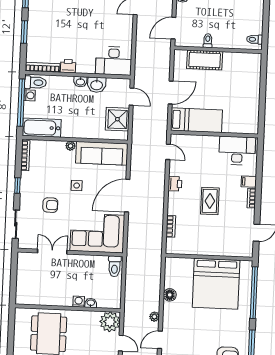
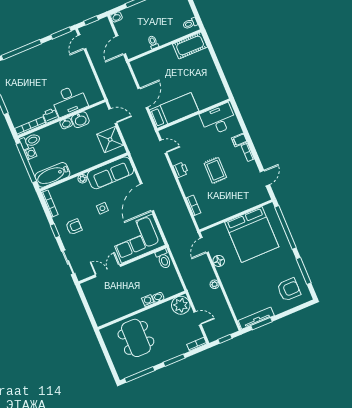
cot: (205, 60) -> (190, 46), moved
desk: (114, 61) -> (69, 101), moved
armchair: (50, 205) -> (74, 227), moved
door: (160, 340) -> (204, 245), moved

